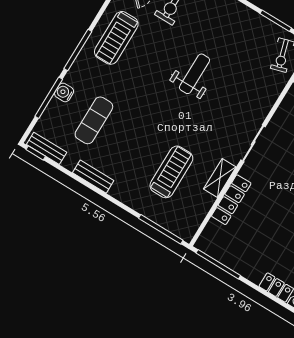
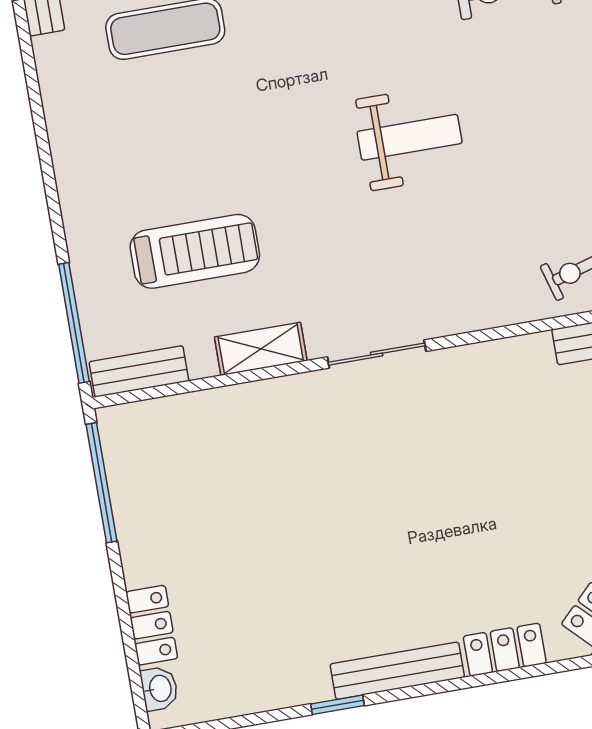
bench: (93, 177) -> (139, 371), moved, turned 90
locker: (231, 200) -> (240, 404), removed

